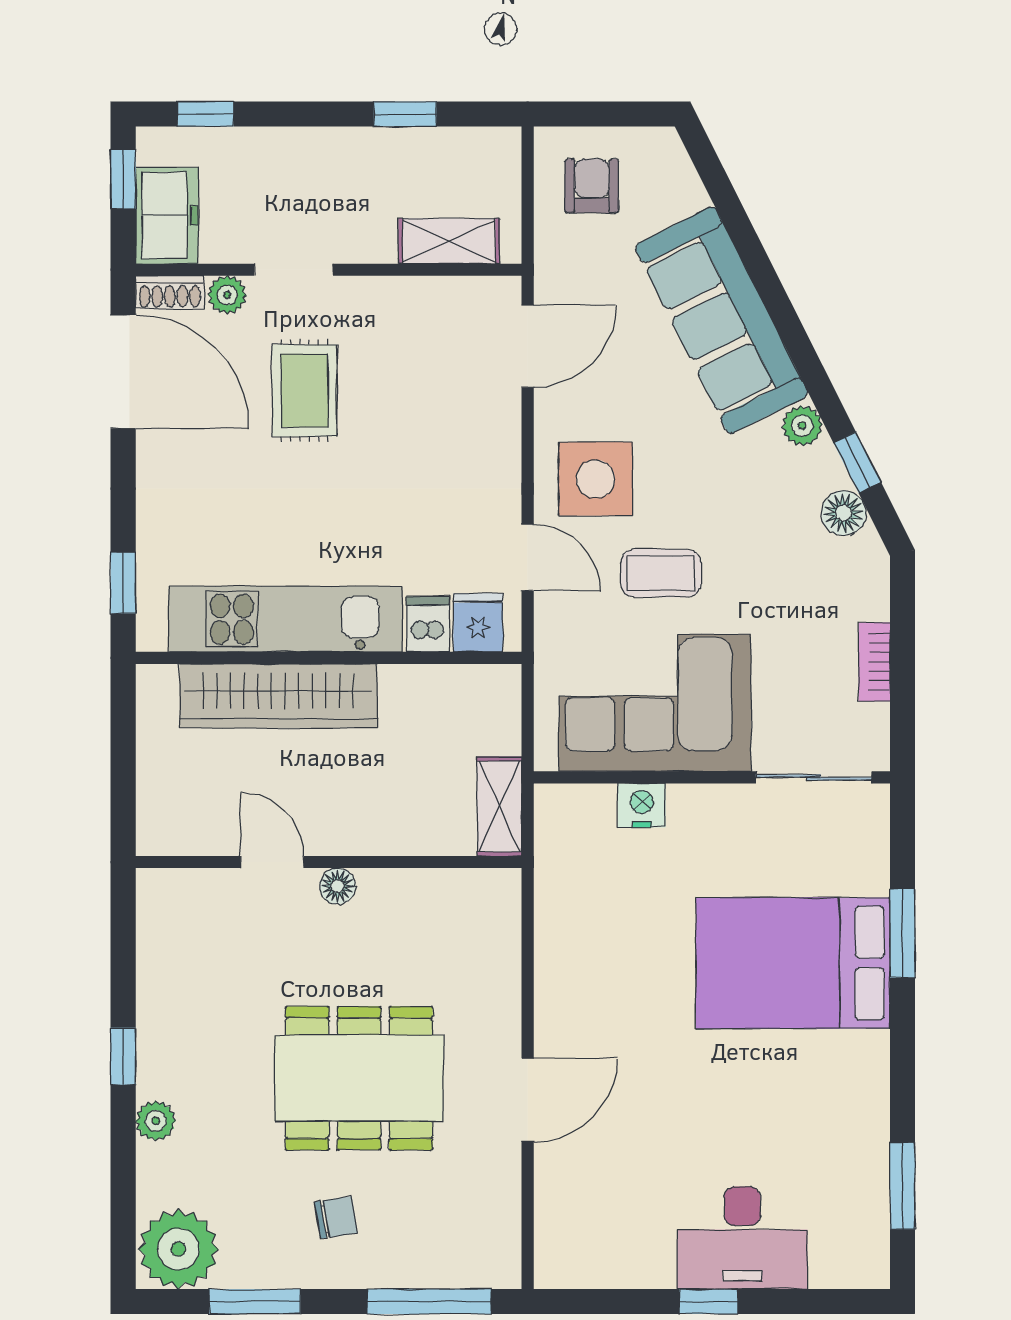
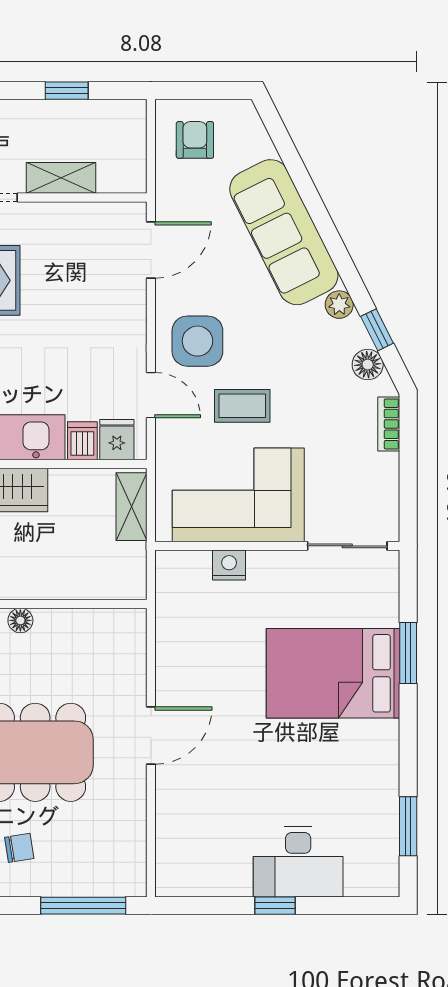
shelving: (449, 241) -> (61, 178), moved
bookcase: (874, 662) -> (389, 424), moved
shelving: (499, 806) -> (131, 507), moved
door: (528, 1100) -> (151, 736), moved

